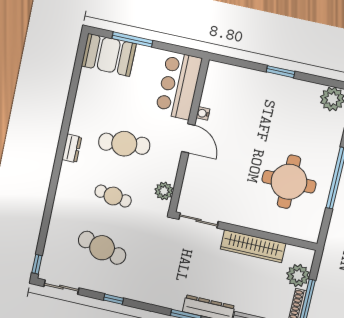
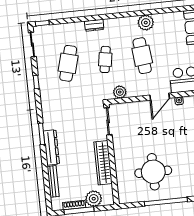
plant: (81, 124) -> (146, 23), added
dresser: (72, 148) -> (94, 25), moved

